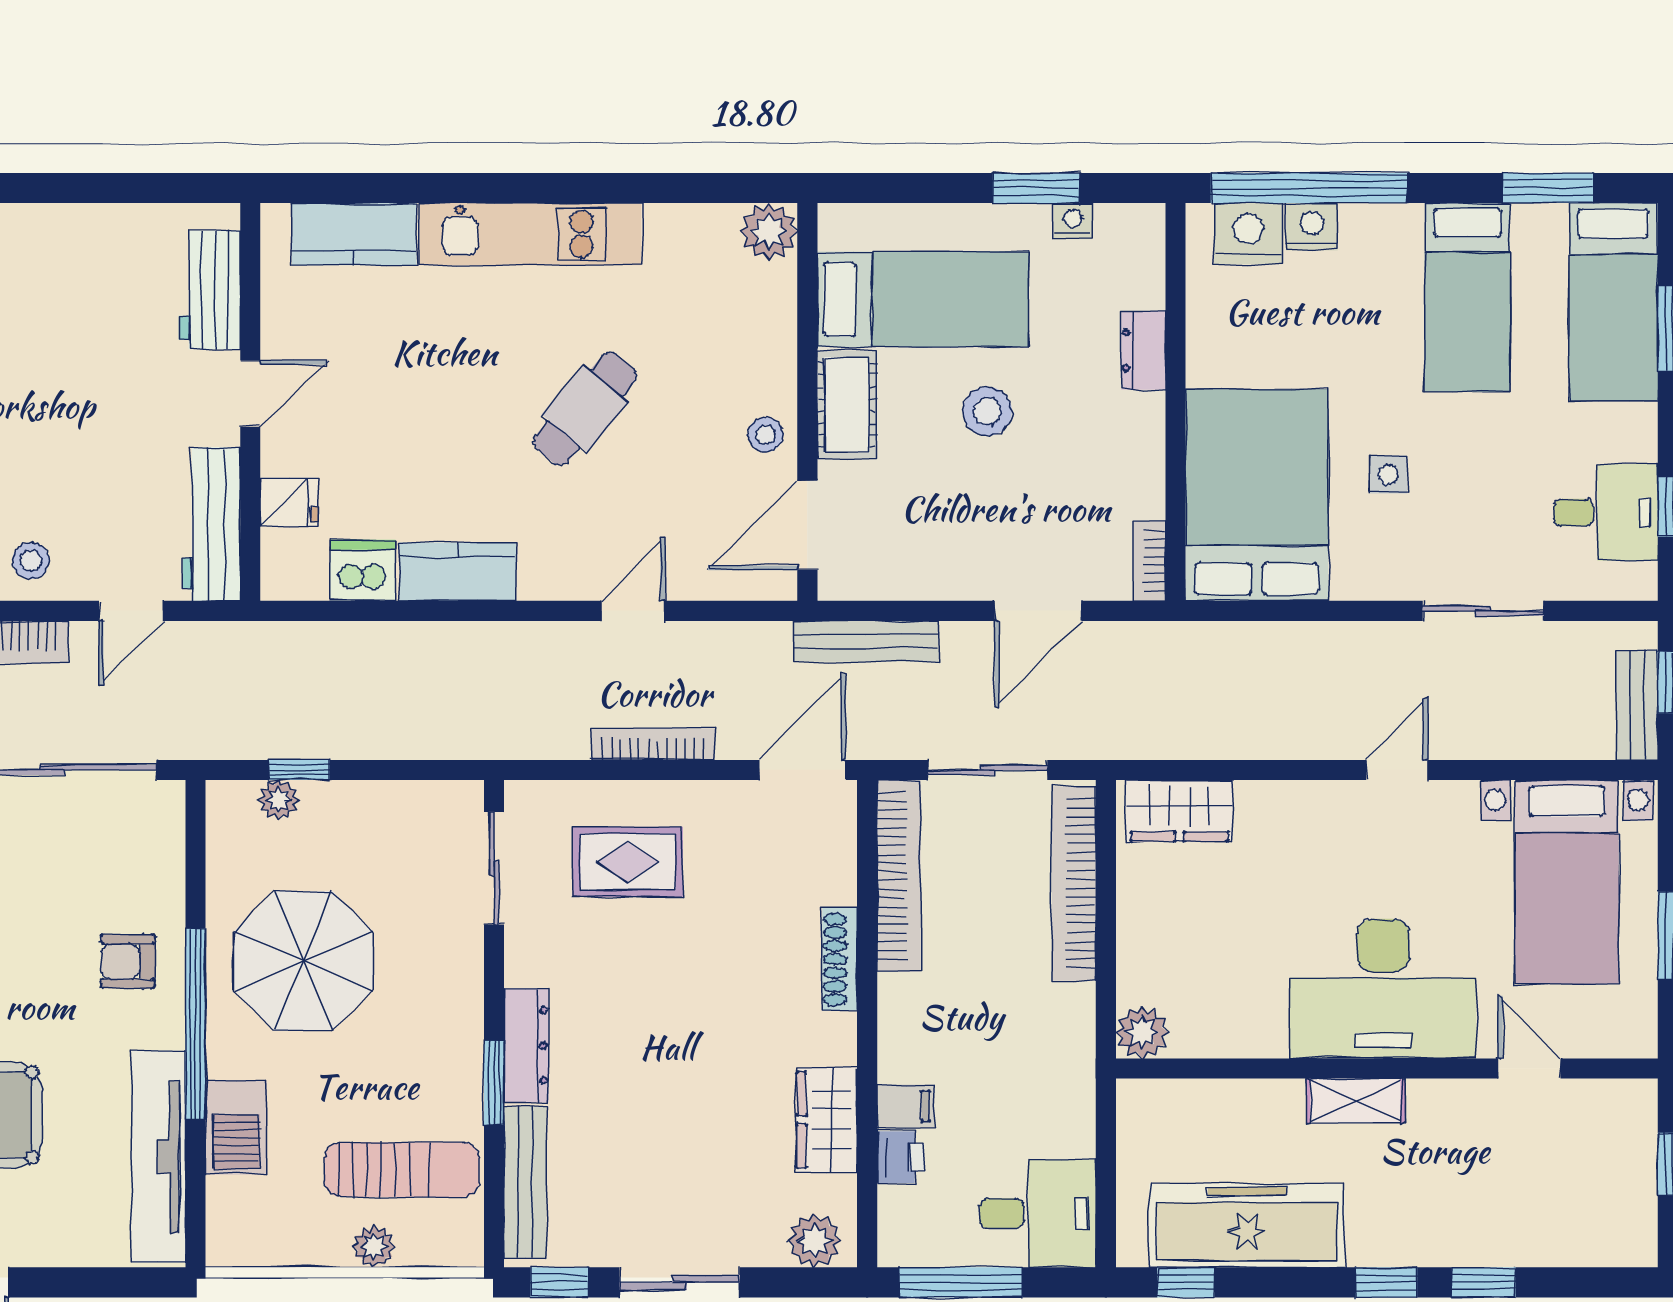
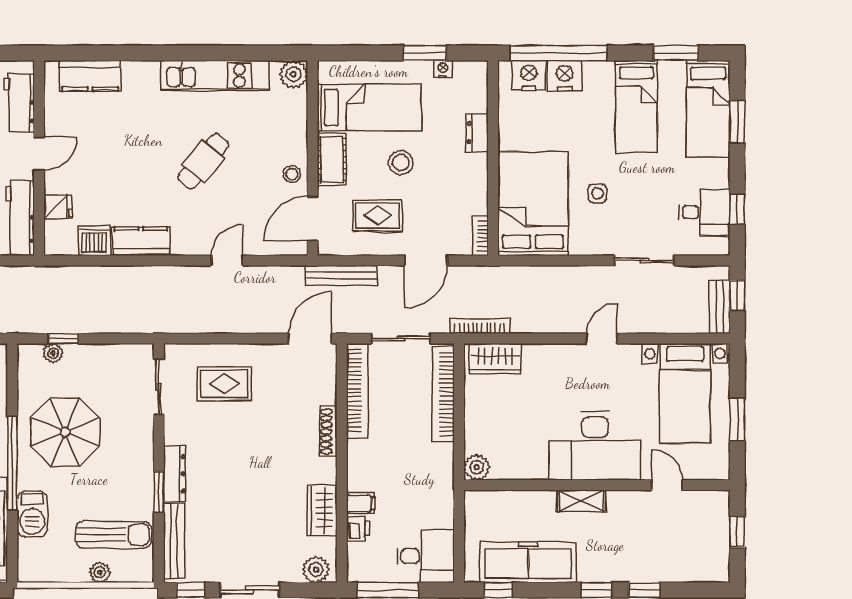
nightstand: (1312, 227) -> (565, 76), width x1.36, depth x1.33
kitchen unit: (531, 234) -> (215, 76), moved
rug: (940, 519) -> (378, 216), added
bookcase: (653, 744) -> (480, 326), moved

